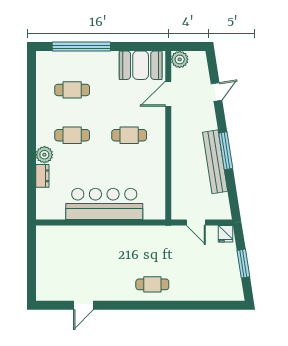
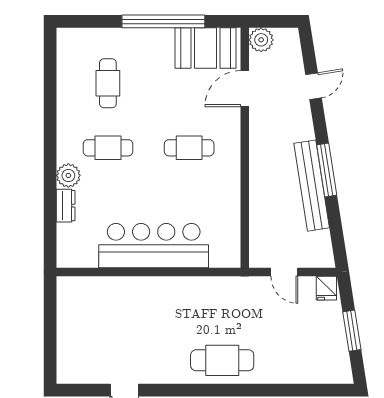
window: (81, 47) -> (163, 21), moved
cafe table: (72, 90) -> (108, 83), turned 90
cafe table: (152, 284) -> (222, 360), width x1.37, depth x1.35

